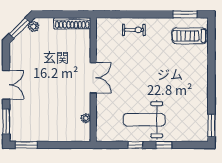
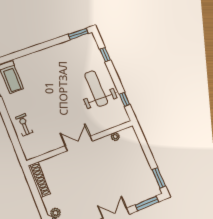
weight bench: (144, 120) -> (96, 88), turned 180
window: (135, 145) -> (125, 99), moved
window: (164, 145) -> (105, 55), moved

